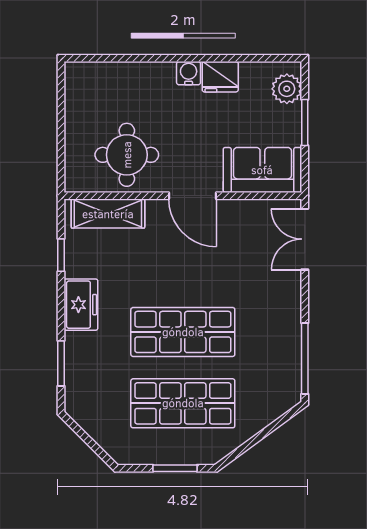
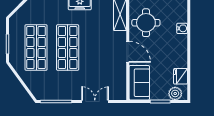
water cooler: (189, 73) -> (182, 28), moved
fridge: (220, 77) -> (180, 76), moved
door: (193, 196) -> (128, 52), swing flipped
double door: (305, 239) -> (95, 101), moved

